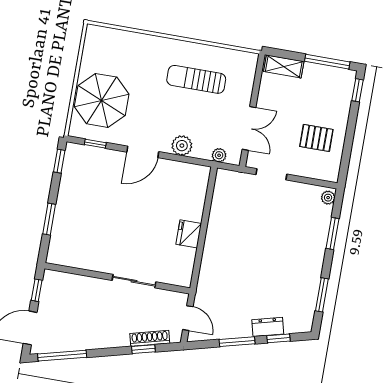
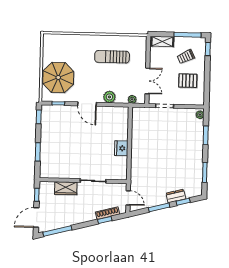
trolley: (319, 97) -> (186, 57), added
door: (143, 152) -> (87, 104), hinge flipped
wardrobe: (87, 287) -> (66, 188), added

